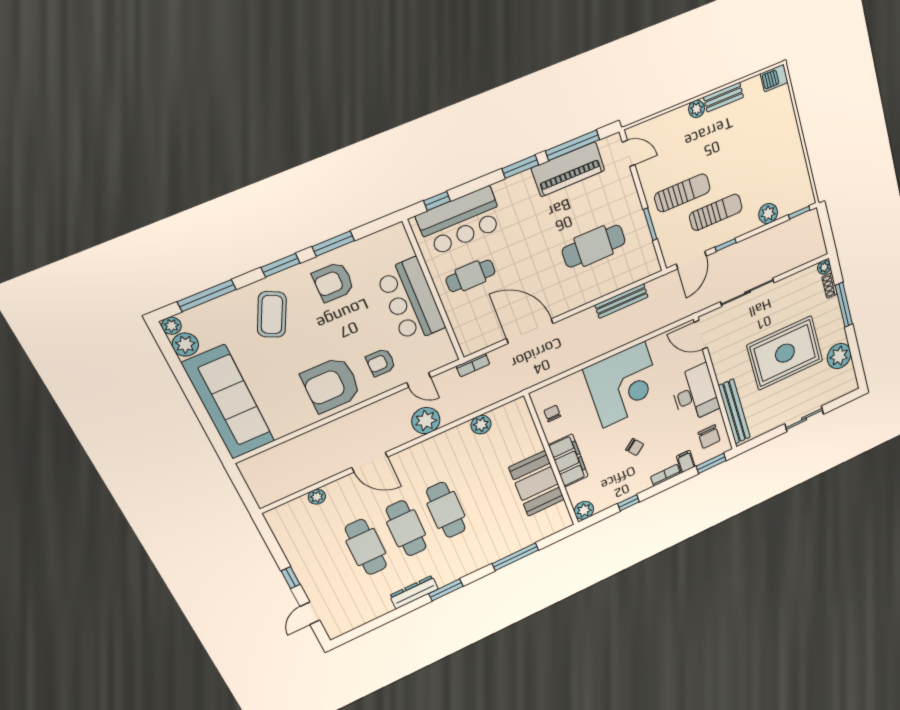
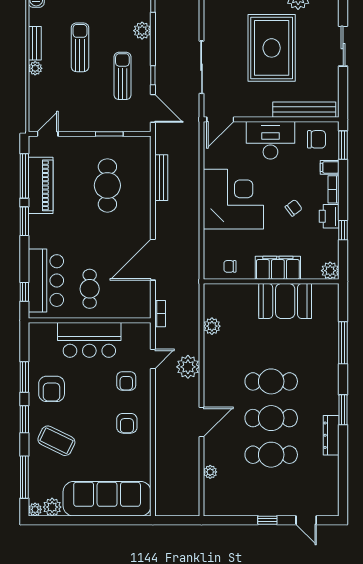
sun lounger: (682, 193) -> (80, 47), moved
armchair: (331, 385) -> (127, 423), width x0.53, depth x0.53
printer: (638, 484) -> (329, 216), added

